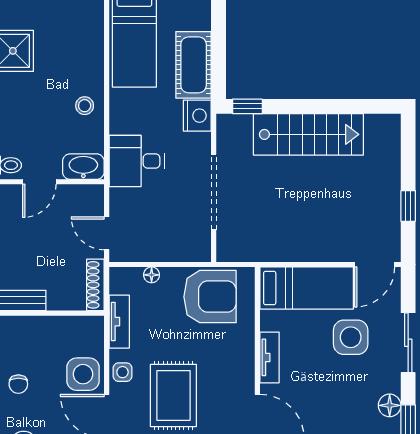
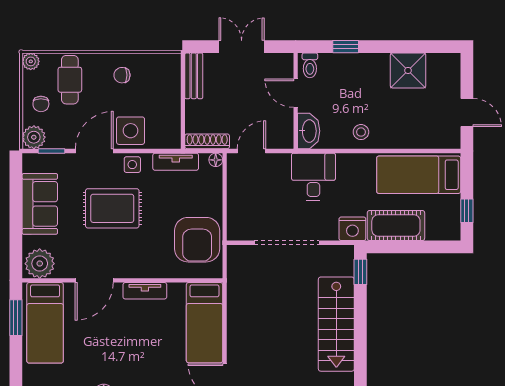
floor lamp: (152, 275) -> (216, 160), moved
side table: (351, 337) -> (162, 360), removed

